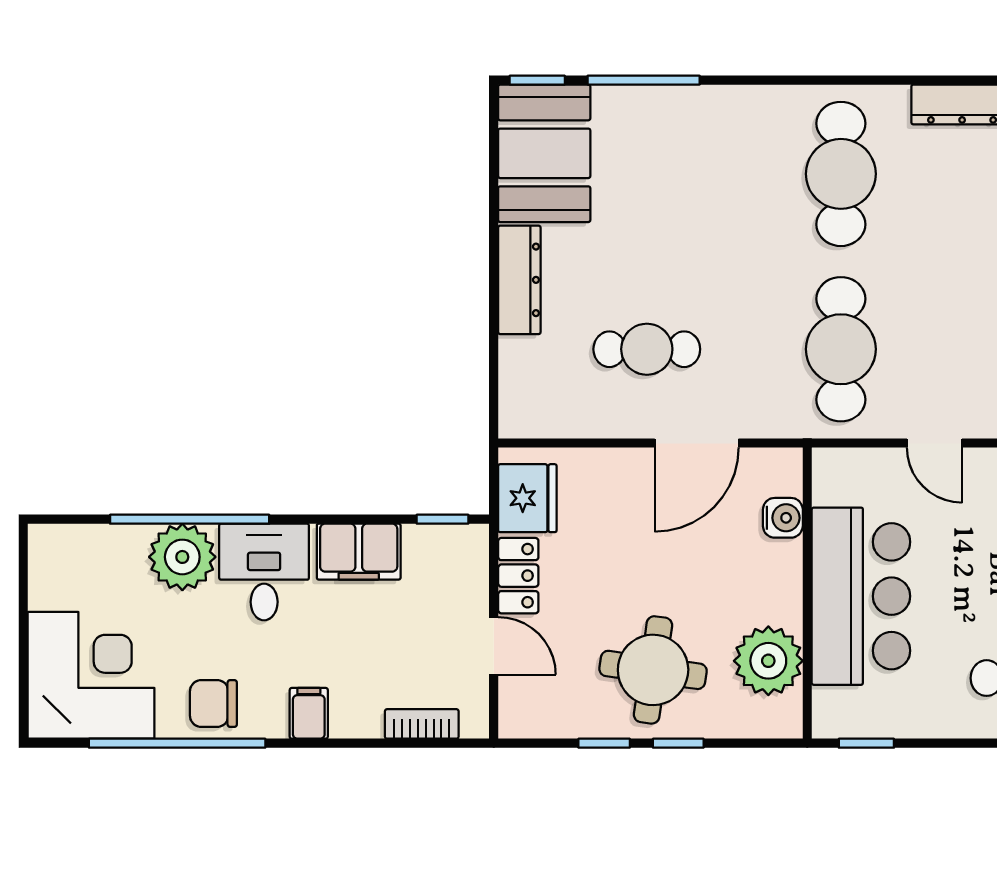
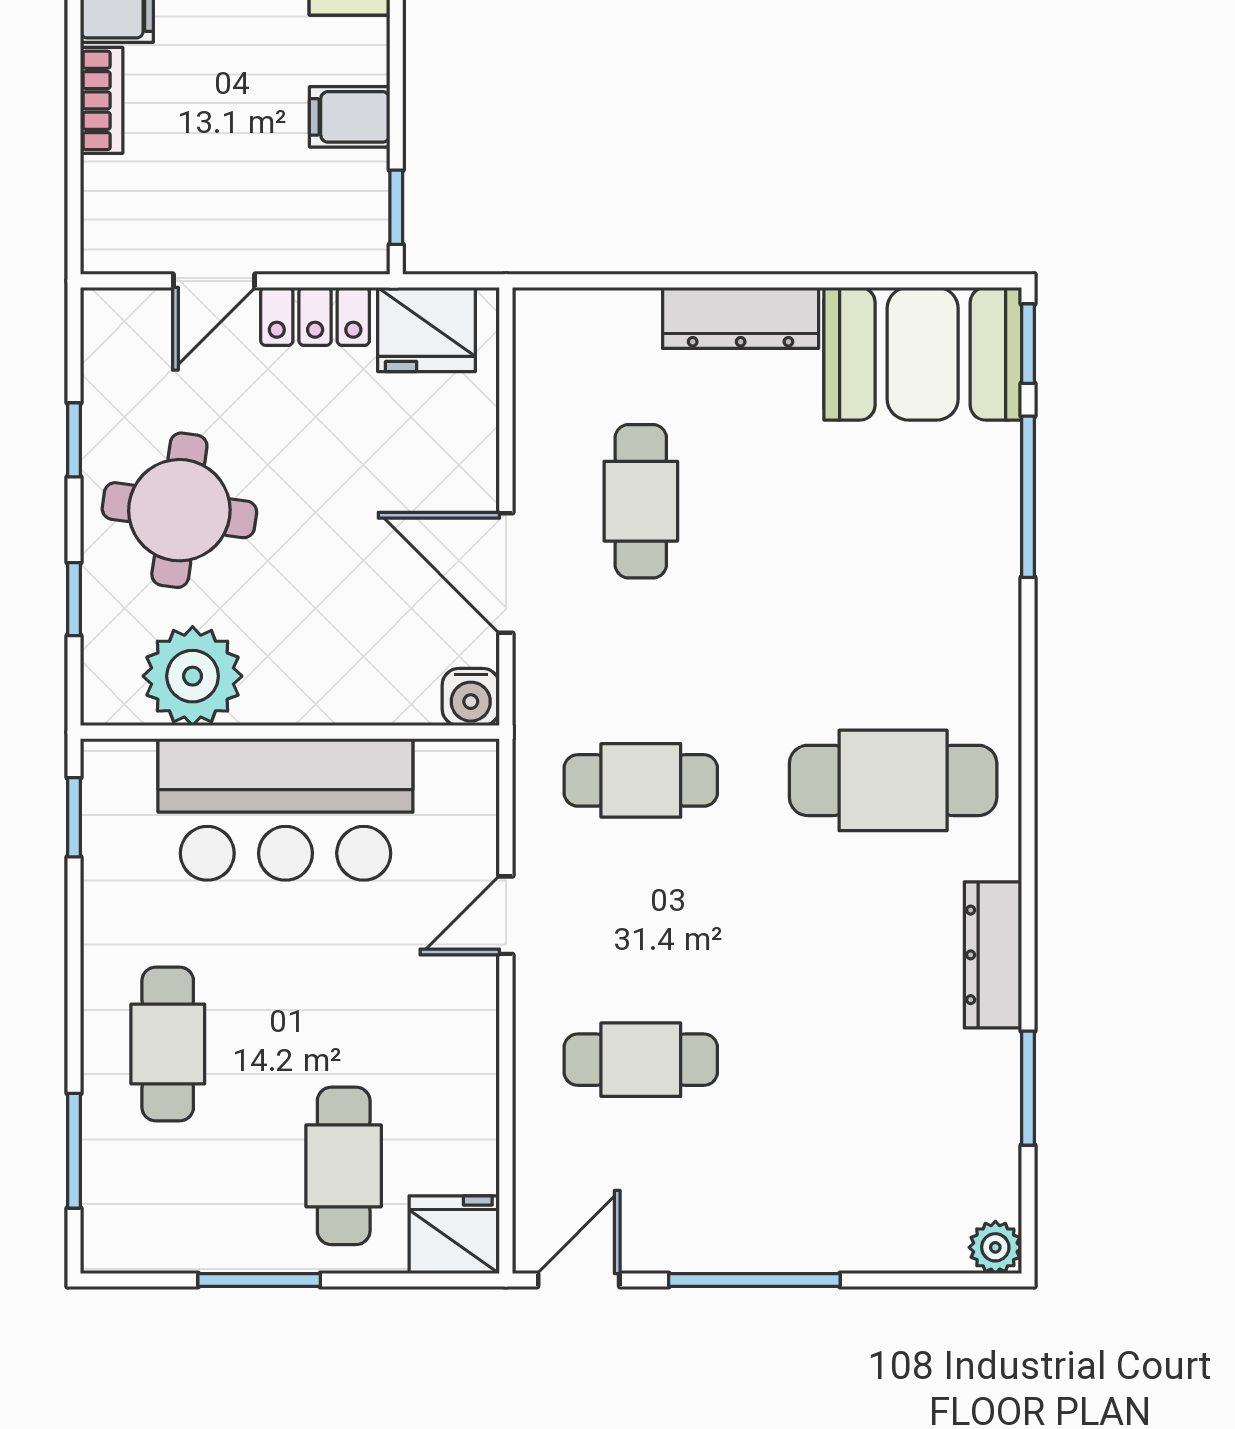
cafe table: (841, 349) -> (641, 780), width x0.73, depth x0.74
water cooler: (783, 518) -> (471, 697), moved
filing cabinet: (359, 552) -> (350, 117), width x0.50
bookcase: (422, 724) -> (102, 100), moved
window: (678, 743) -> (74, 599), moved

